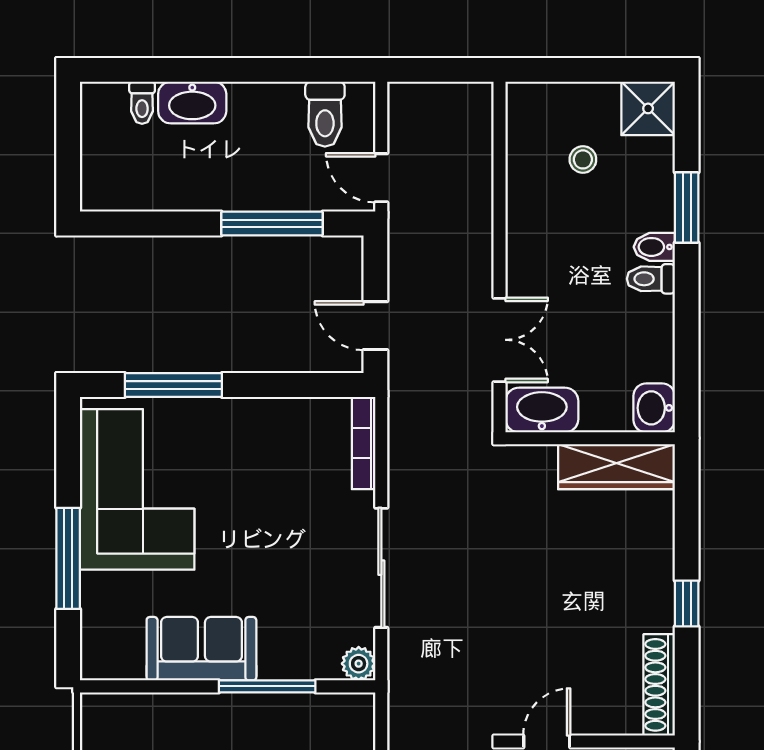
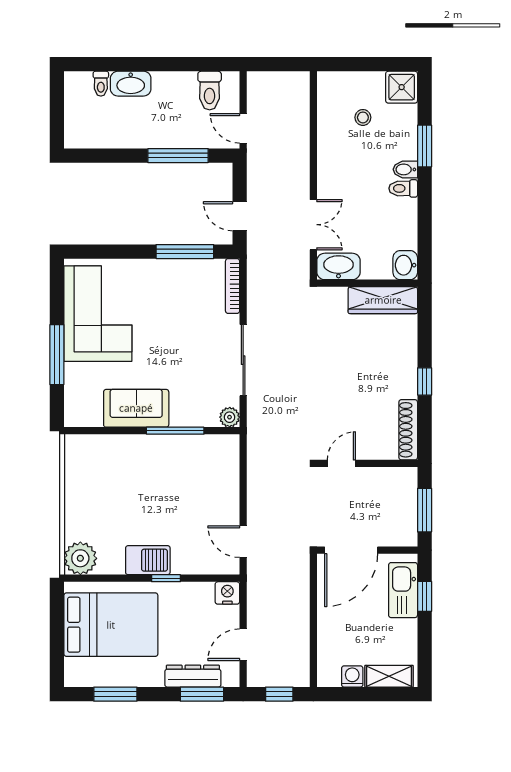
window: (173, 385) -> (185, 252), moved

